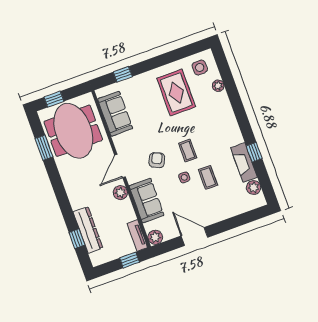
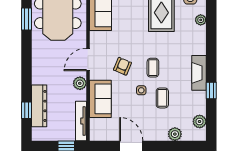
fireplace: (244, 163) -> (199, 73), moved
tv unit: (137, 235) -> (81, 121), width x1.41
plant: (155, 237) -> (175, 134), moved

